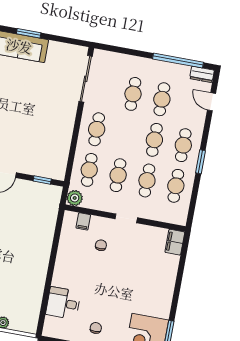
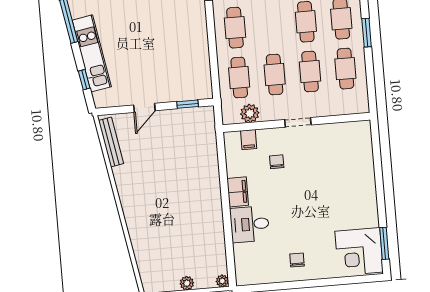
plant: (75, 198) -> (250, 113), moved
filing cabinet: (175, 242) -> (238, 192), moved, turned 180
desk: (63, 303) -> (250, 224), moved
plant: (32, 328) -> (222, 281), added

